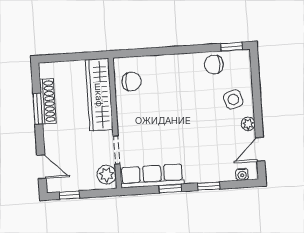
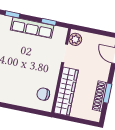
row of seats: (152, 176) -> (32, 28), moved
window: (170, 189) -> (49, 22), moved
window: (70, 195) -> (102, 33), removed

